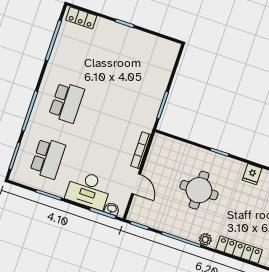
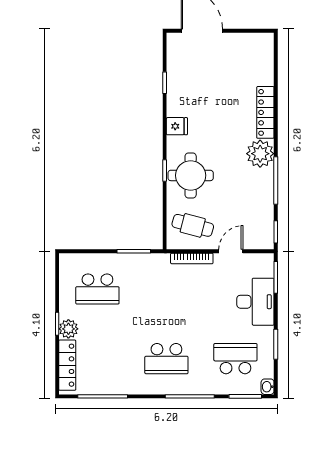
locker: (81, 18) -> (67, 365), width x1.53
plant: (117, 31) -> (68, 329), added
school desk: (142, 65) -> (97, 289), added
school desk: (67, 102) -> (166, 359), turned 180
cafe table: (167, 160) -> (193, 225), added
round table: (199, 190) -> (191, 175), moved
washbasin: (112, 209) -> (268, 387), moved
plant: (205, 239) -> (260, 154), width x1.88, depth x1.88

